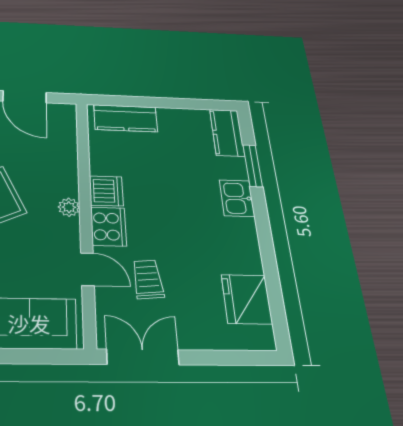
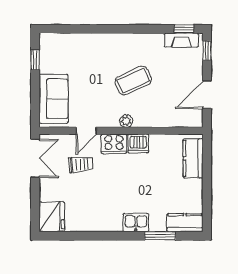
fridge: (247, 299) -> (52, 216), moved, turned 90

